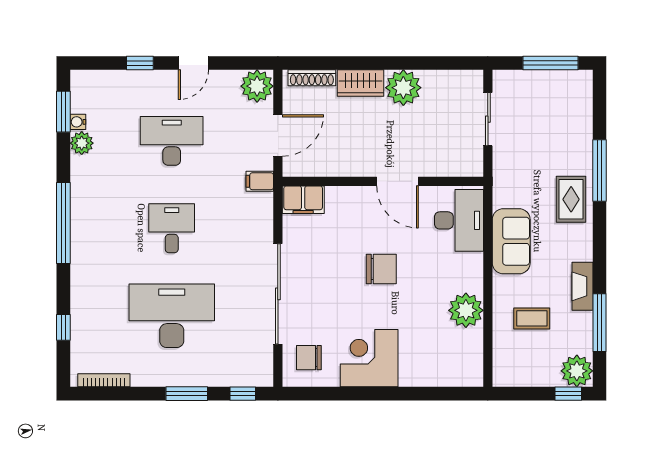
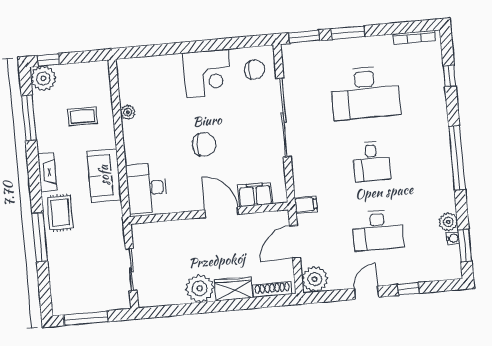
door: (397, 181) -> (221, 212), moved
filing cabinet: (303, 200) -> (255, 195), moved
chair: (381, 269) -> (204, 144), turned 180
fireplace: (582, 286) -> (47, 172), moved
plant: (466, 310) -> (128, 112), width x0.53, depth x0.53
window: (243, 394) -> (304, 37), width x1.50

